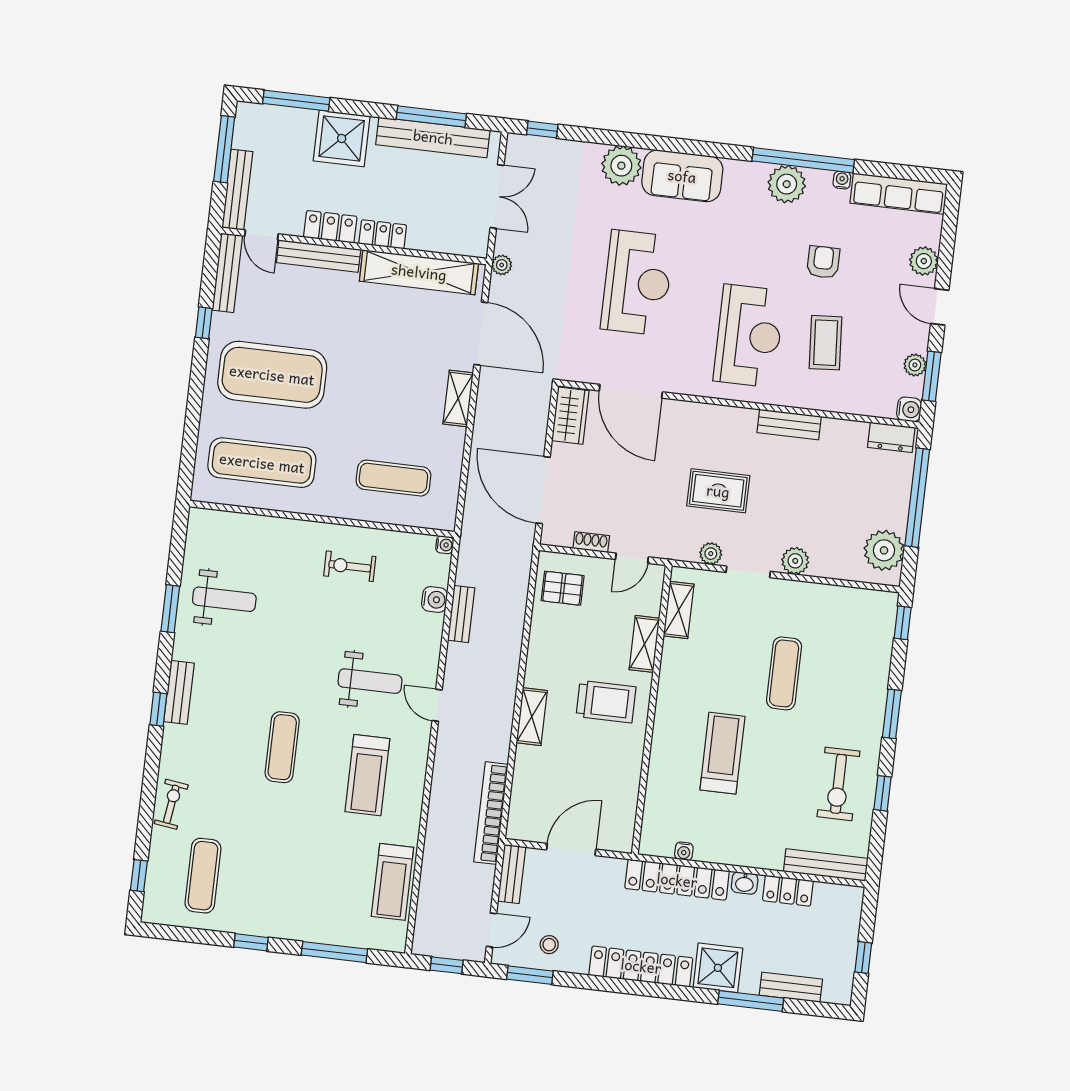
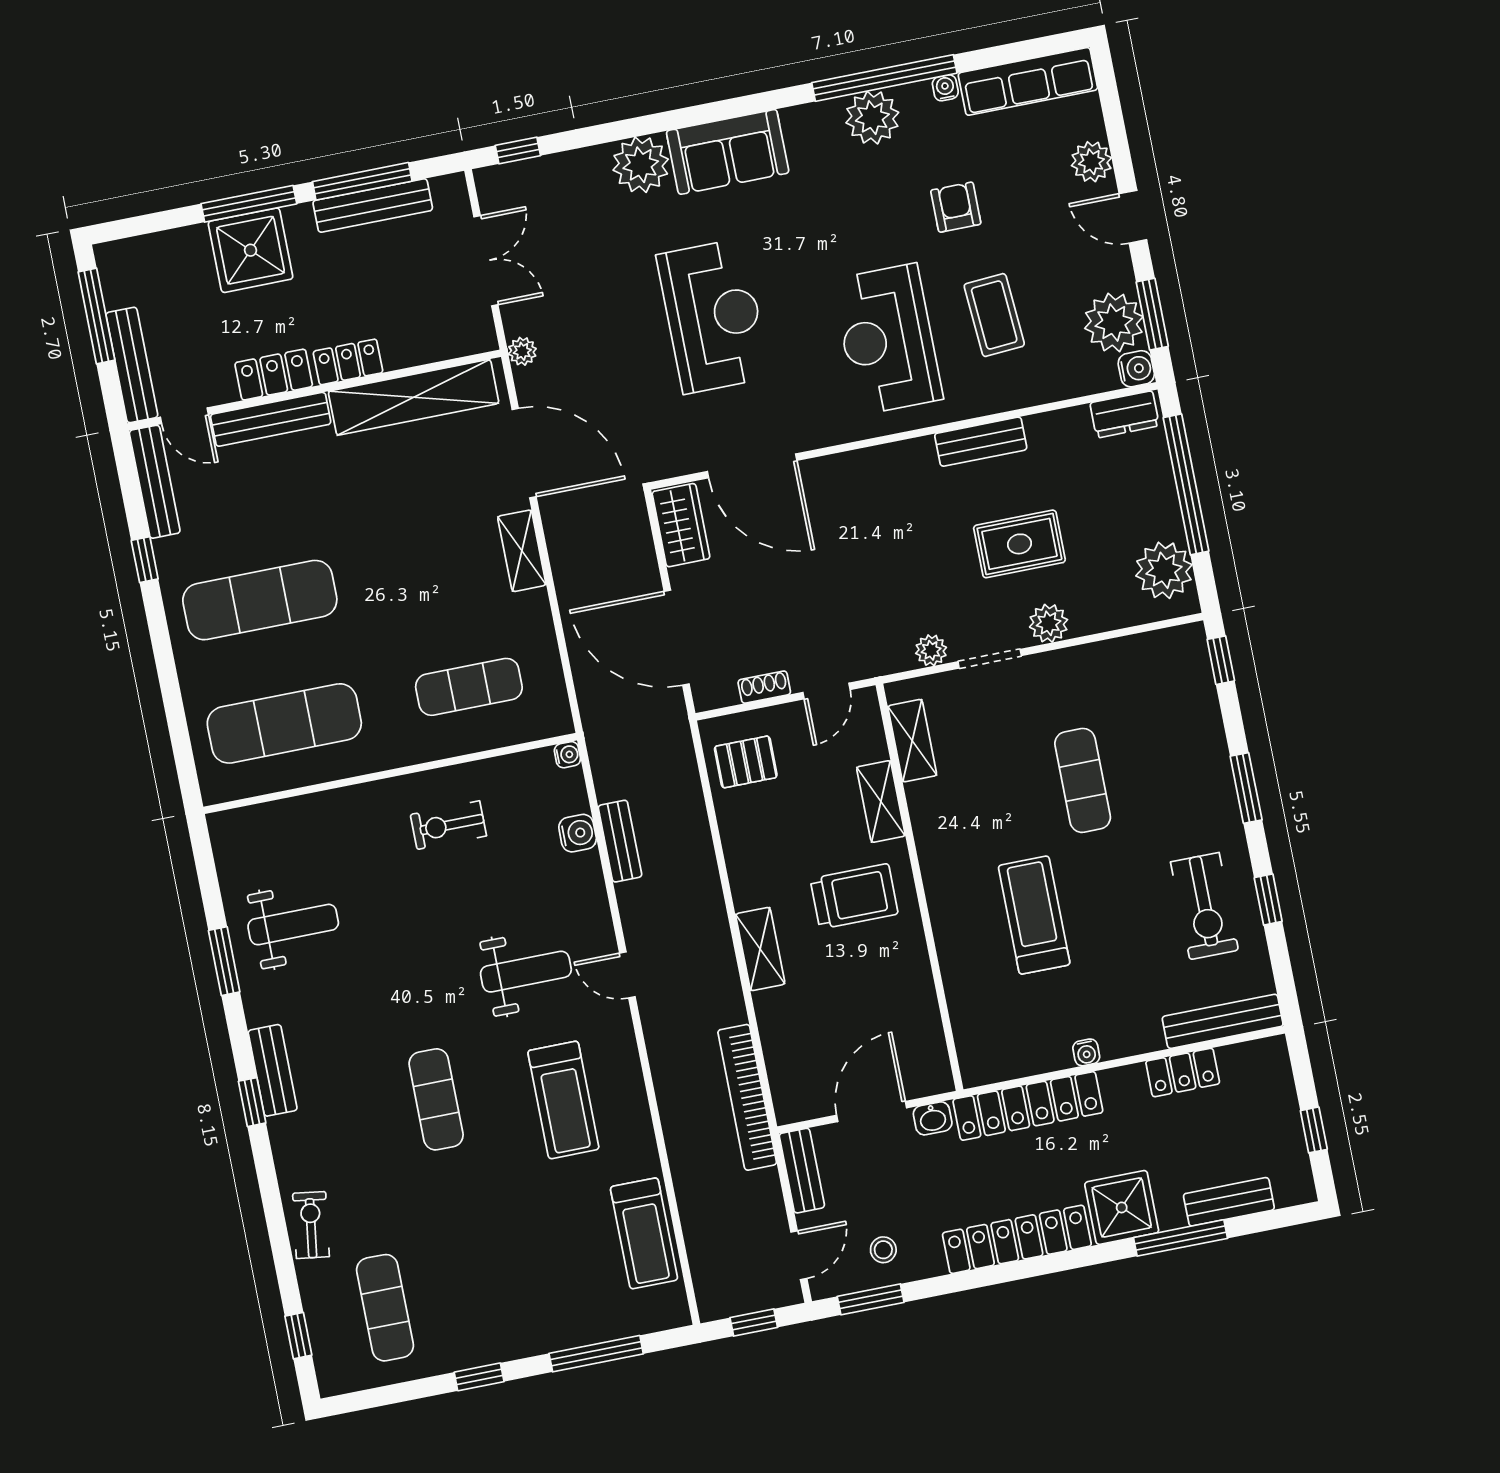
window: (296, 101) -> (249, 204), moved
bench: (433, 137) -> (373, 206), width x0.73, depth x0.82
reception desk: (749, 336) -> (887, 339), turned 180
plant: (915, 365) -> (1114, 323), width x1.87, depth x1.87
exercise mat: (272, 375) -> (260, 600), width x0.68
rug: (718, 491) -> (1019, 544), moved
water cooler: (684, 851) -> (1086, 1052), moved
washbasin: (745, 883) -> (933, 1118), moved

